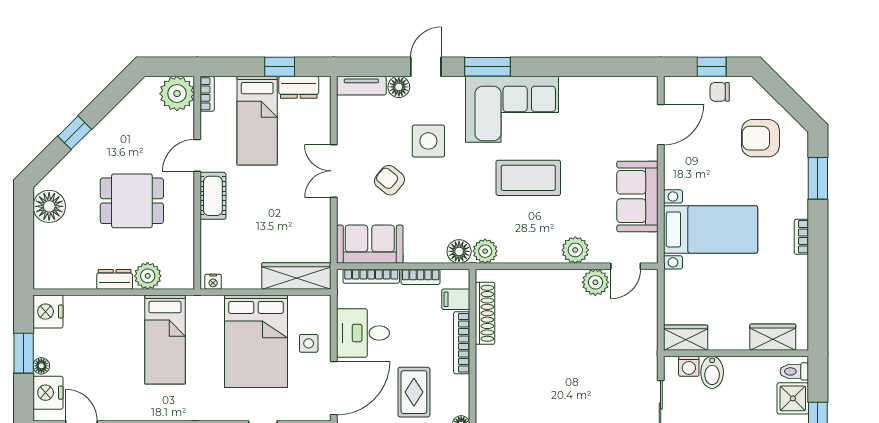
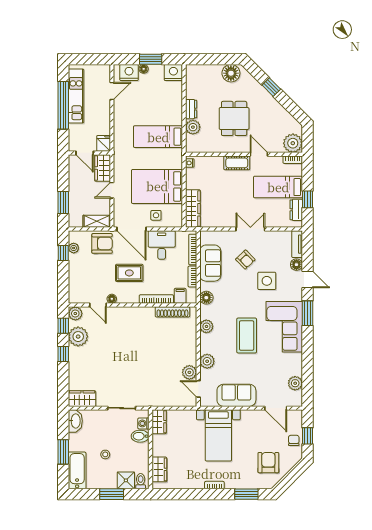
plant: (615, 89) -> (295, 383), added
armchair: (389, 180) -> (245, 260), turned 97
sofa: (370, 244) -> (210, 263), moved
plant: (485, 251) -> (206, 326), moved

